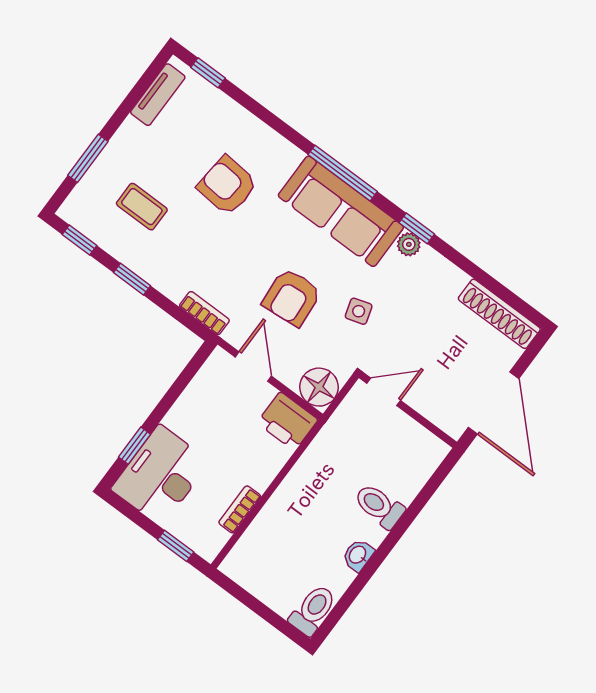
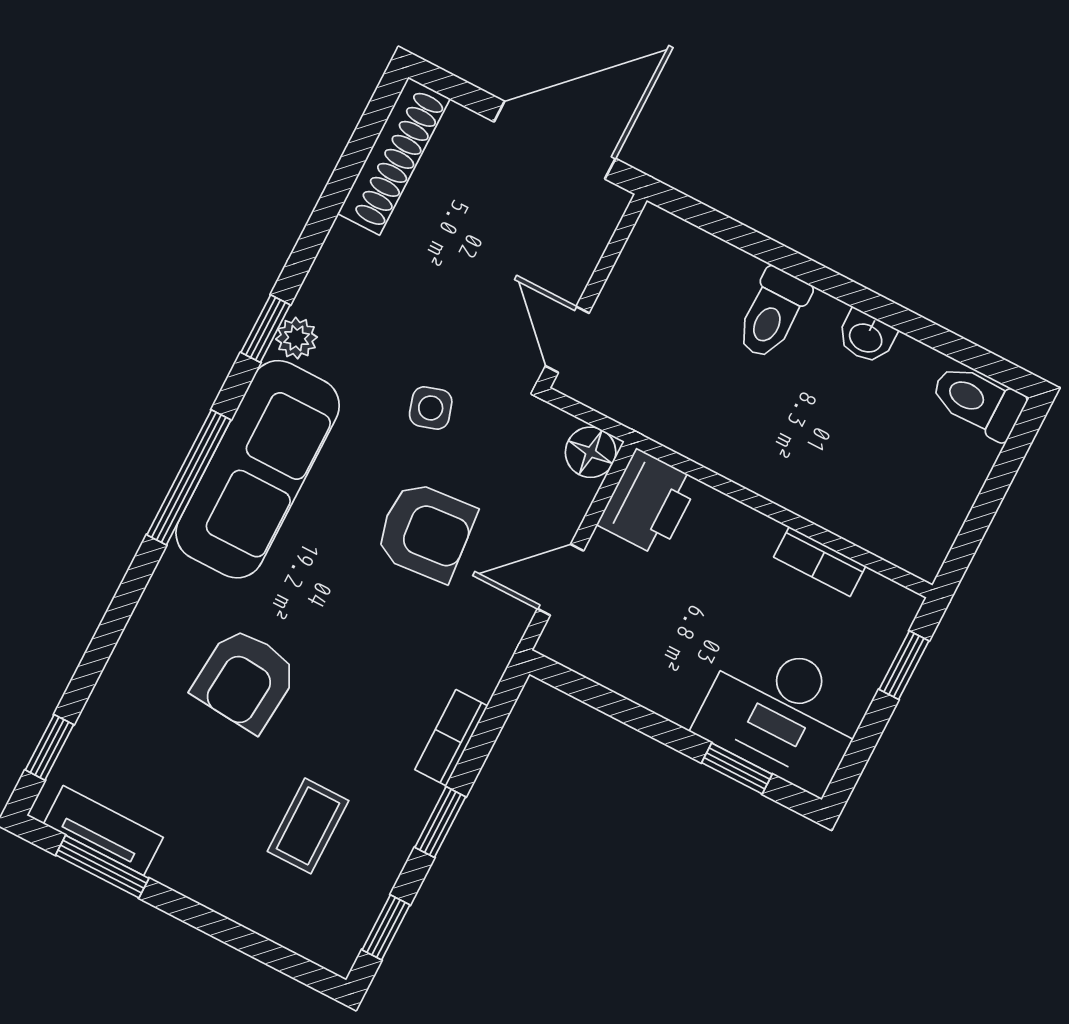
window: (88, 158) -> (102, 867), moved
bookcase: (204, 313) -> (451, 738), moved
floor lamp: (319, 387) -> (591, 452), width x0.73, depth x0.73

